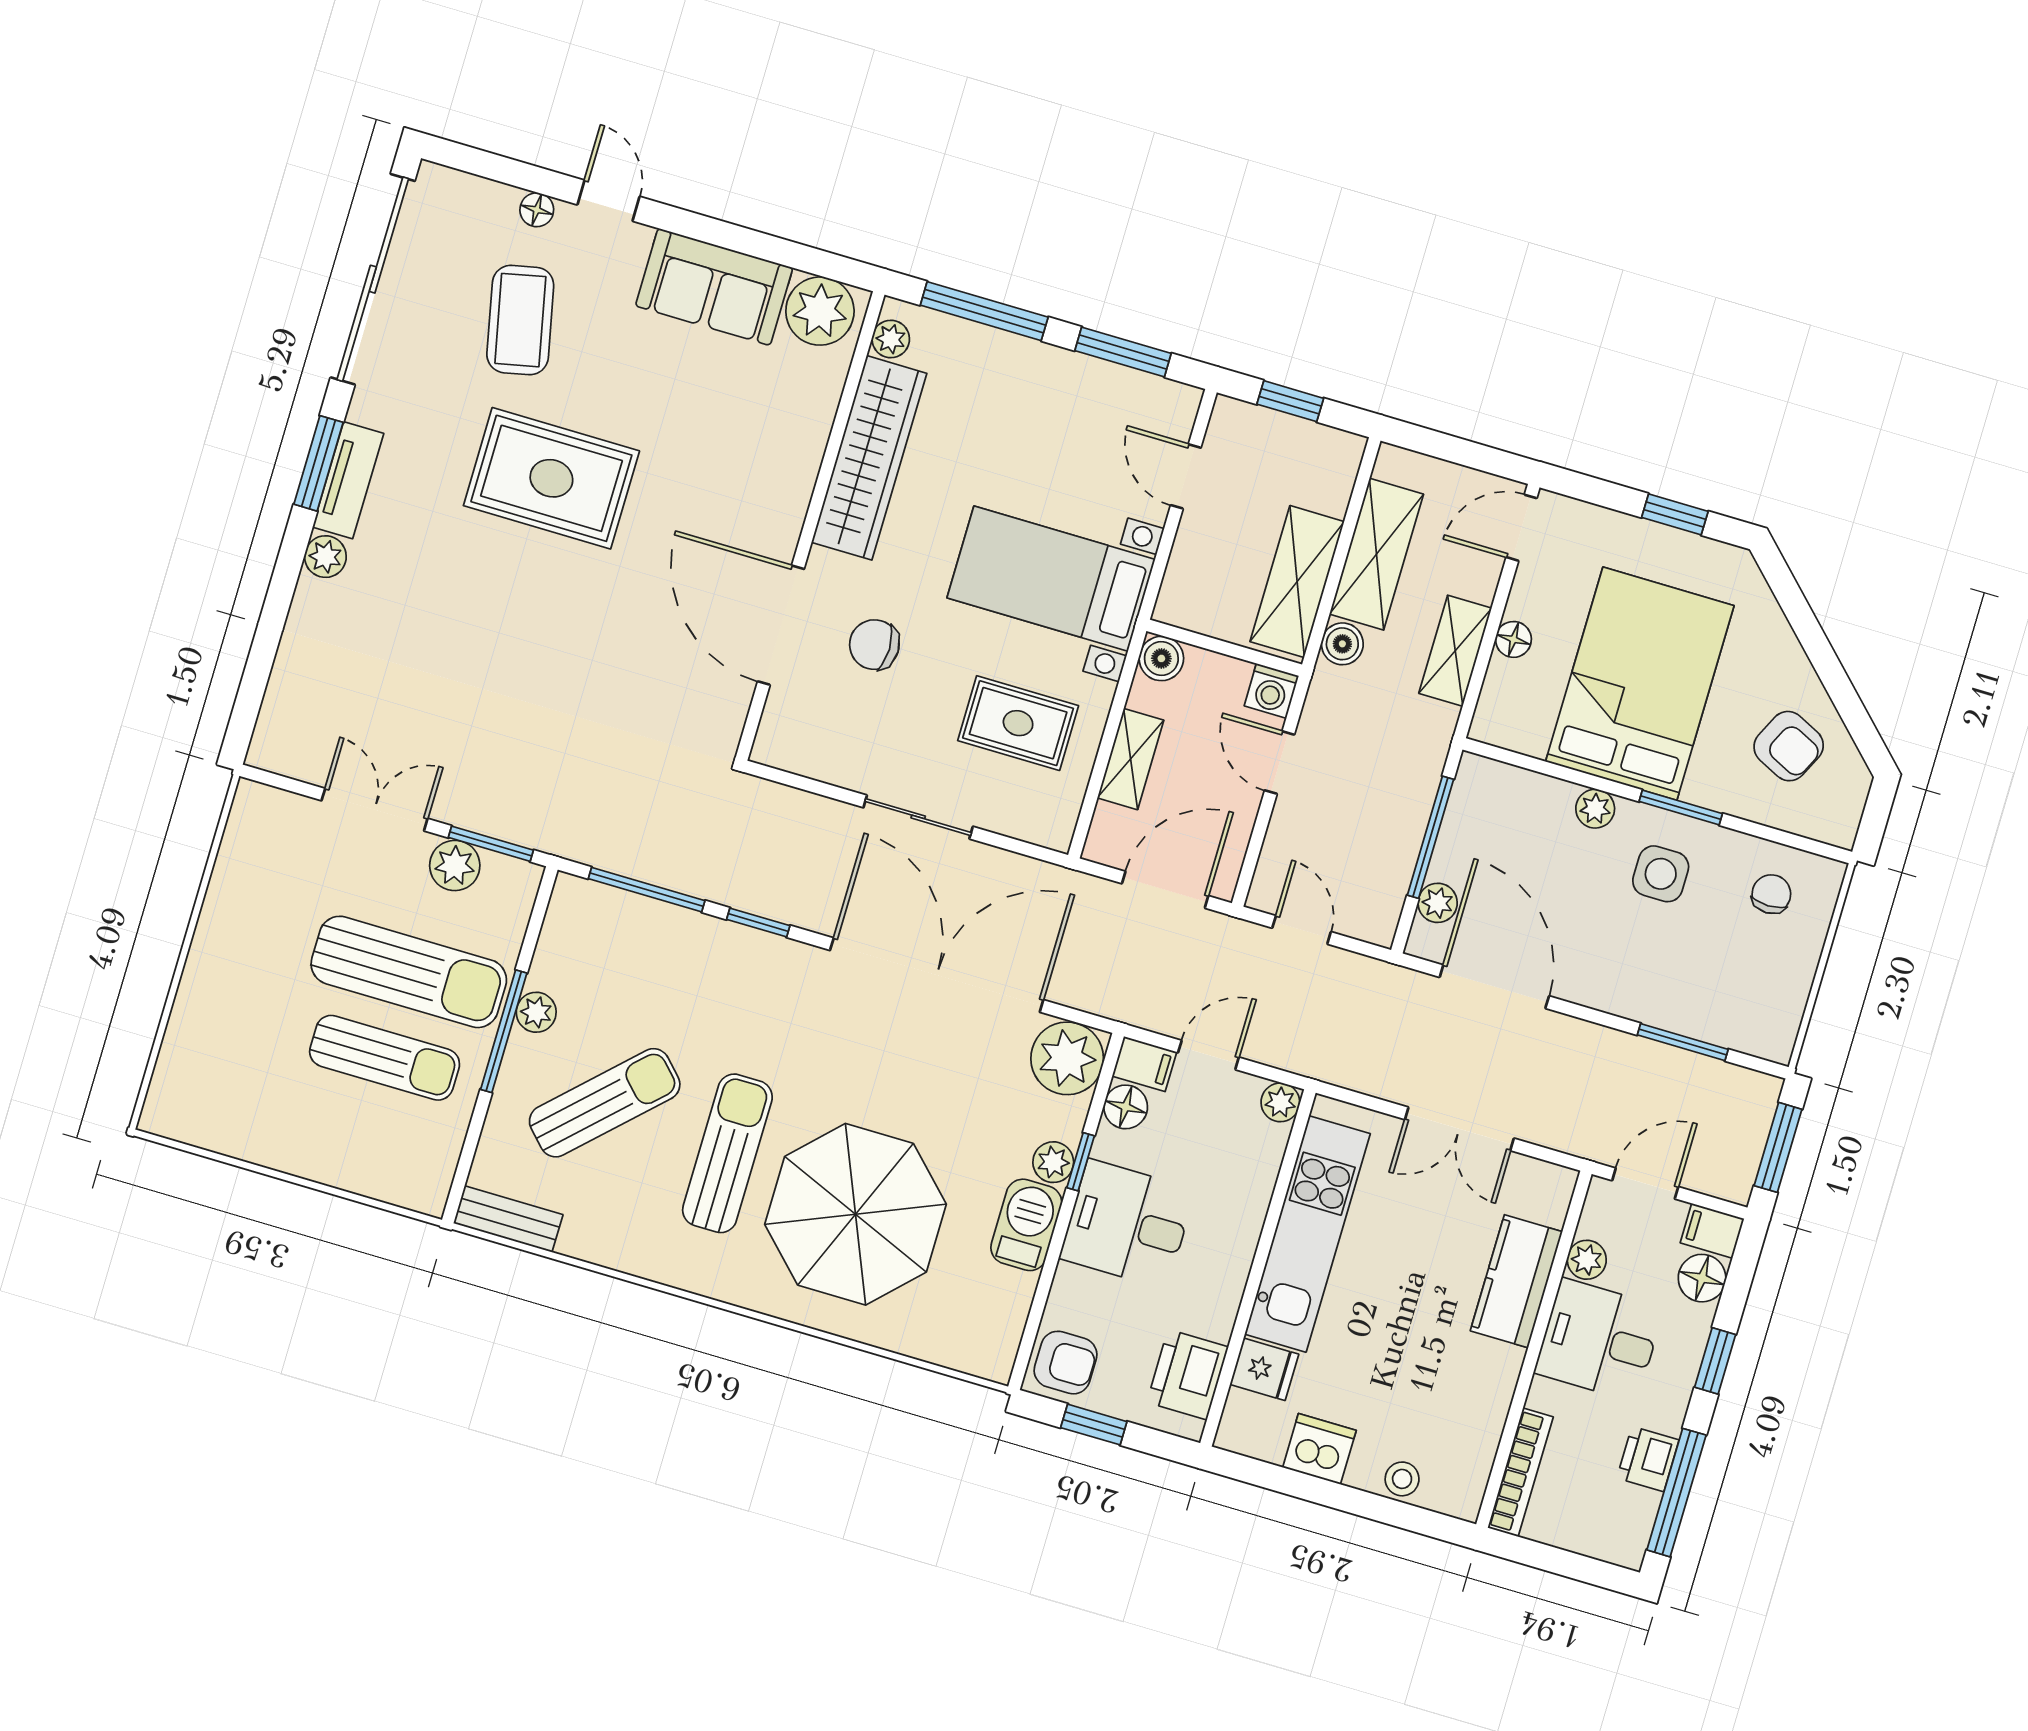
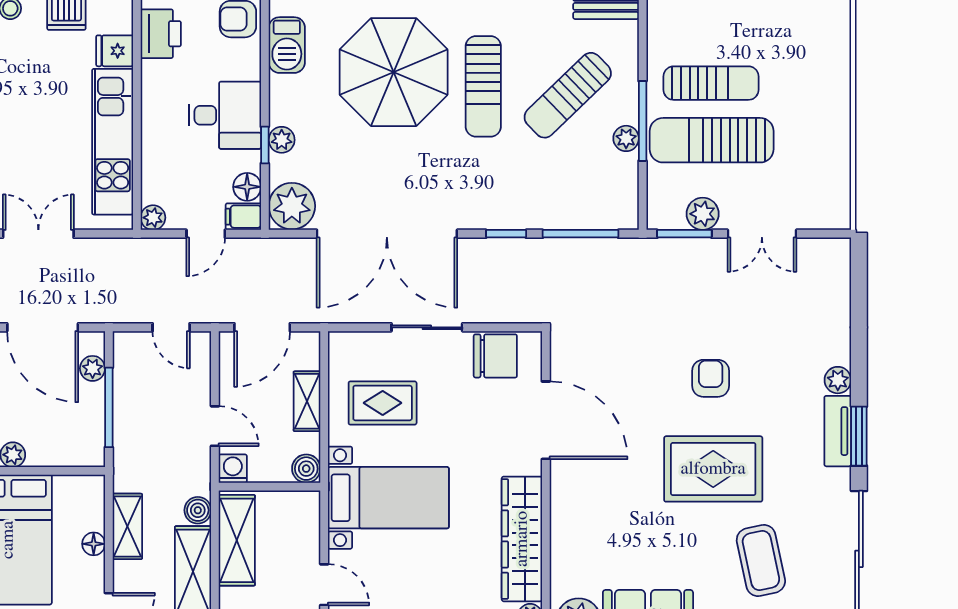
armchair: (515, 615) -> (711, 378), added
chair: (874, 645) -> (495, 356), moved, width x1.37, depth x1.37
sun lounger: (385, 1058) -> (711, 83), turned 180
barbecue: (1026, 1225) -> (287, 45), moved

